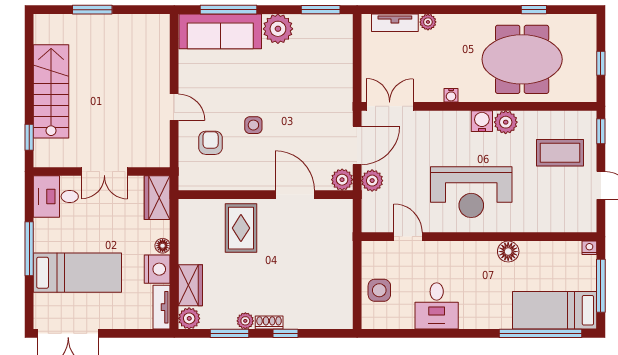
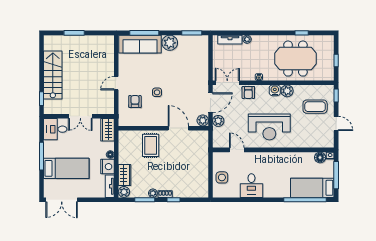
door: (174, 107) -> (116, 83), swing flipped
armchair: (431, 125) -> (248, 92), added
floor lamp: (508, 252) -> (320, 158), moved

